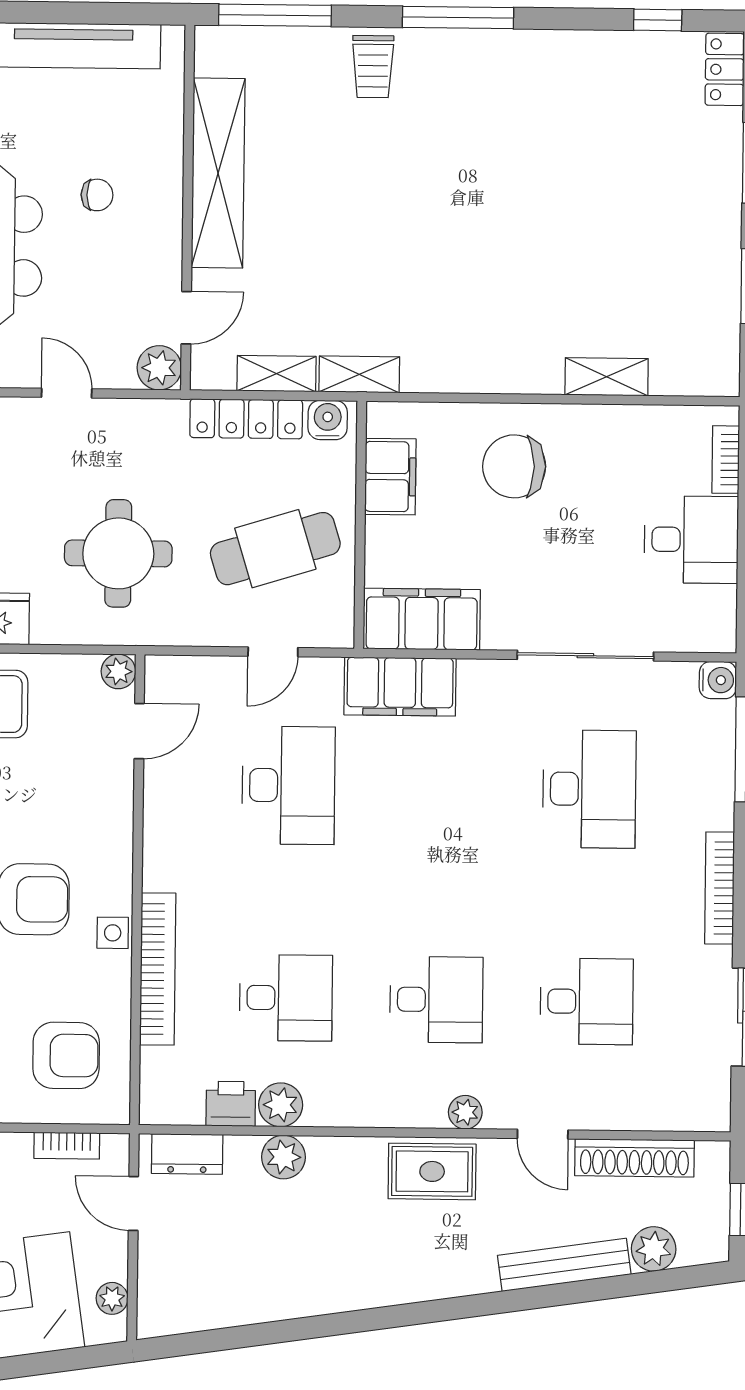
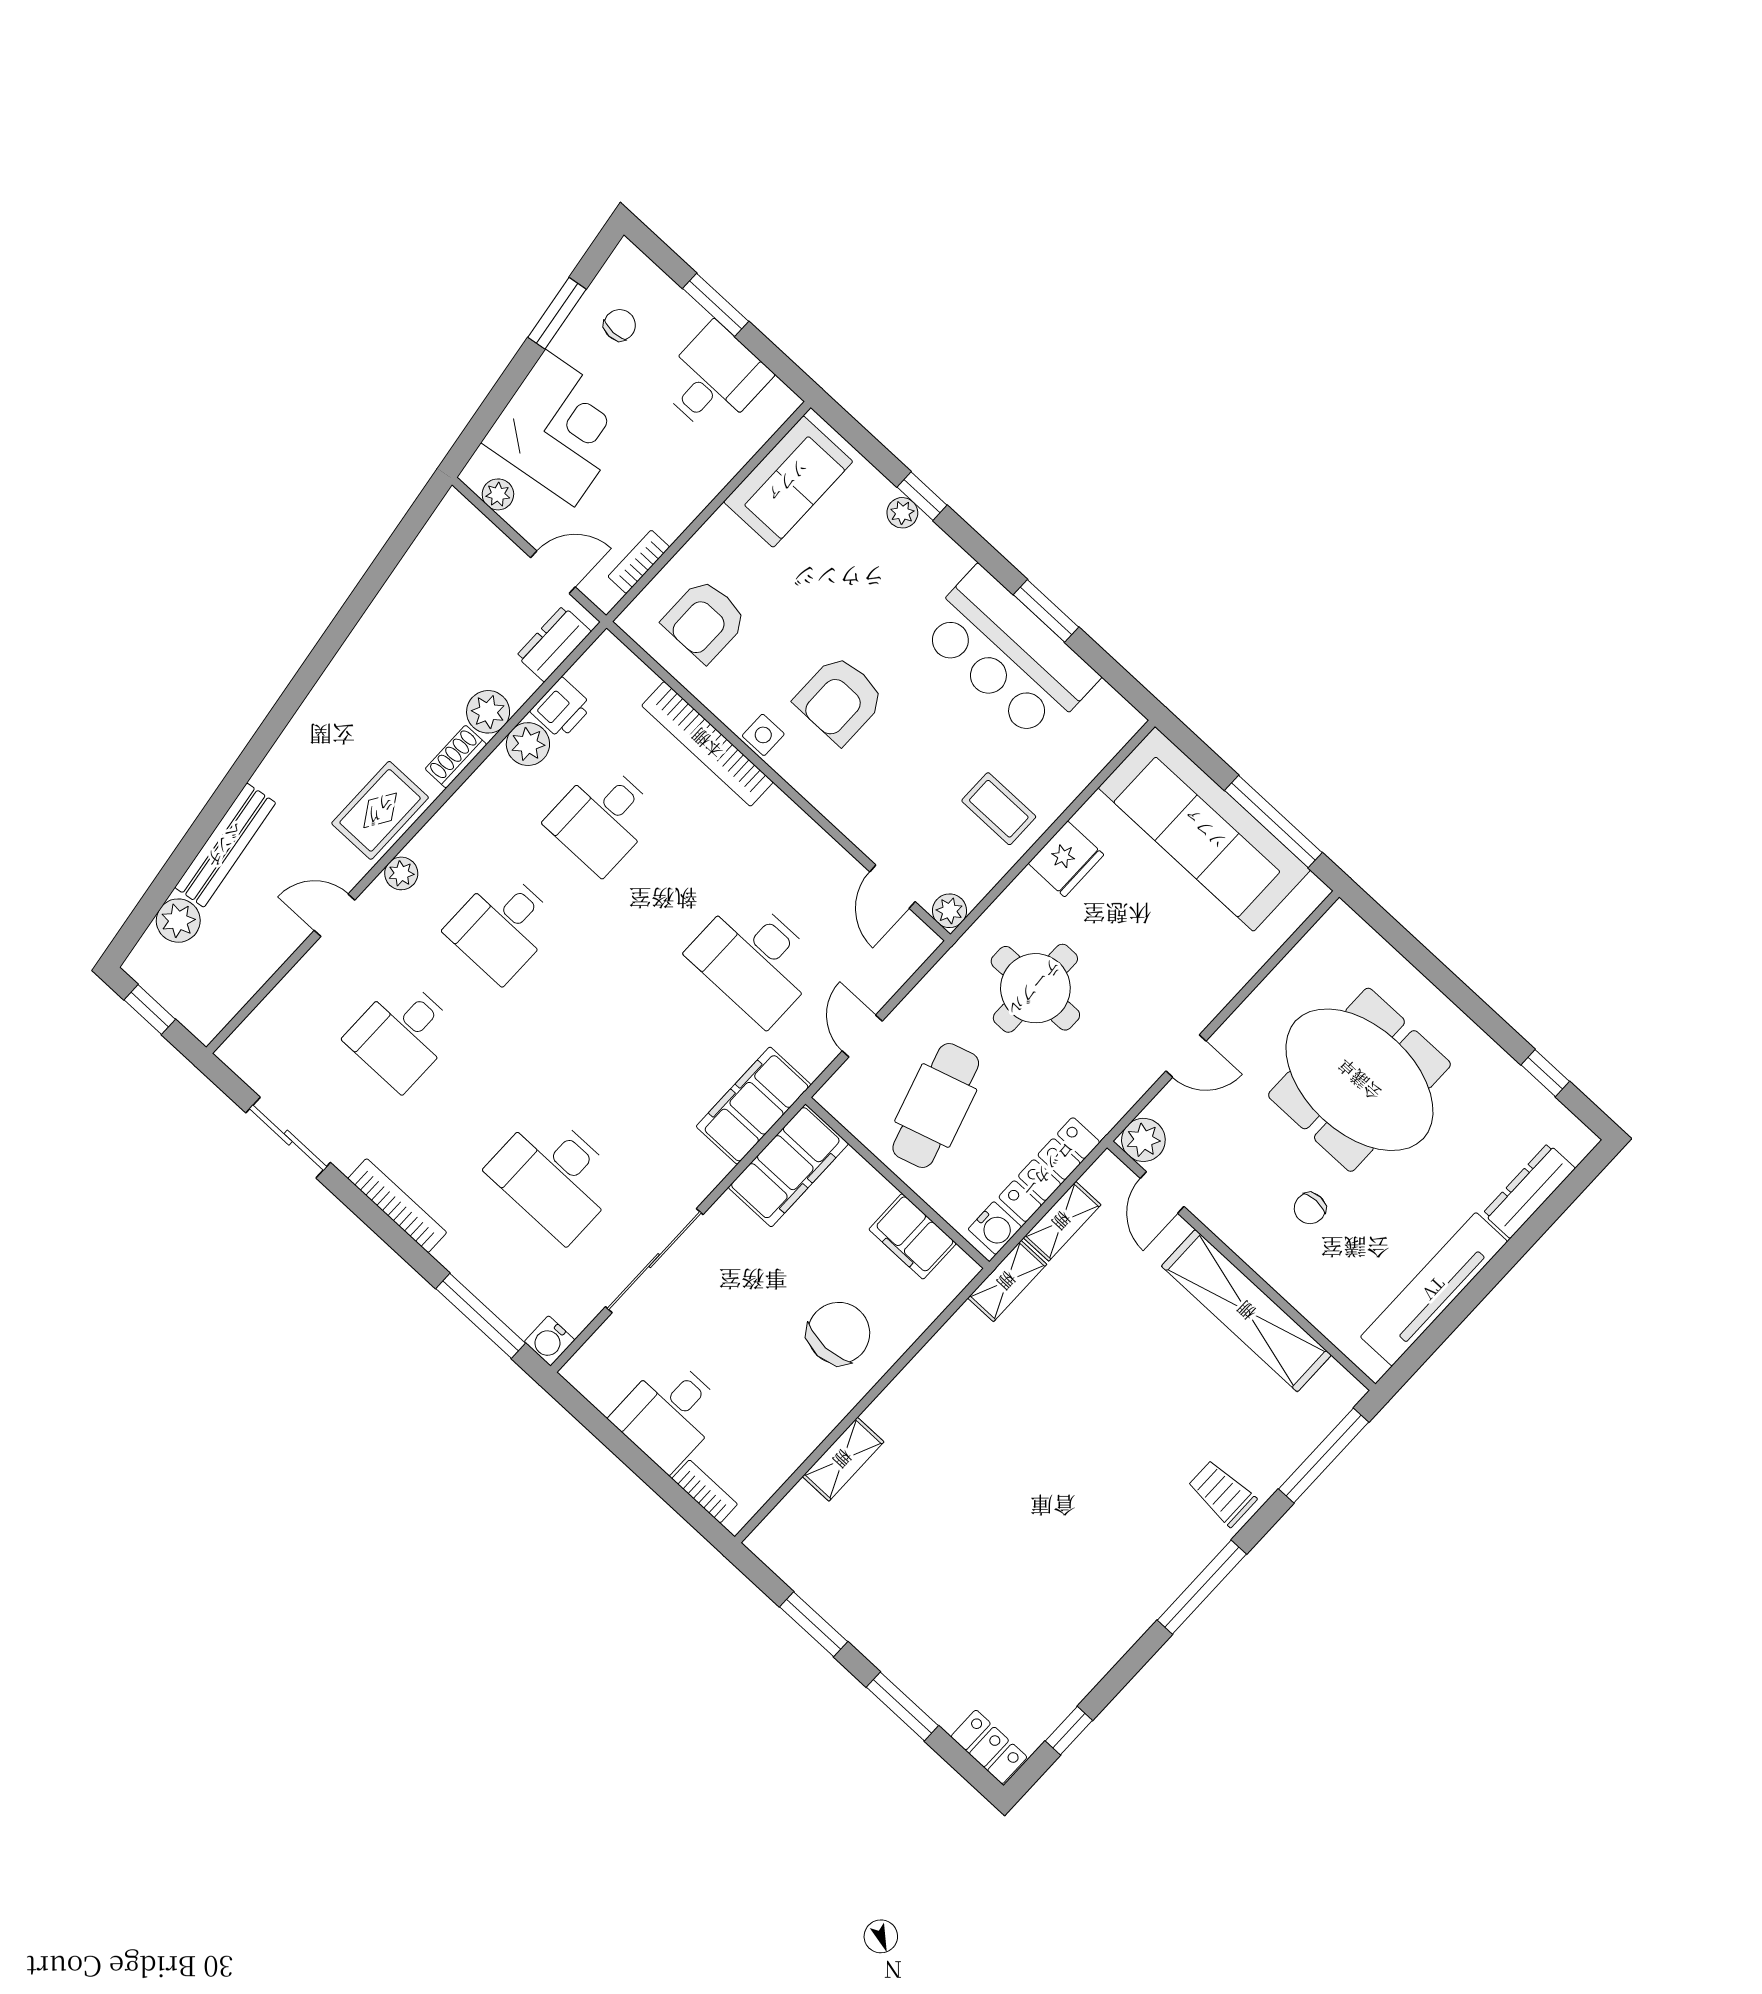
shoe rack: (634, 1158) -> (456, 757), moved, width x0.51, depth x0.81

